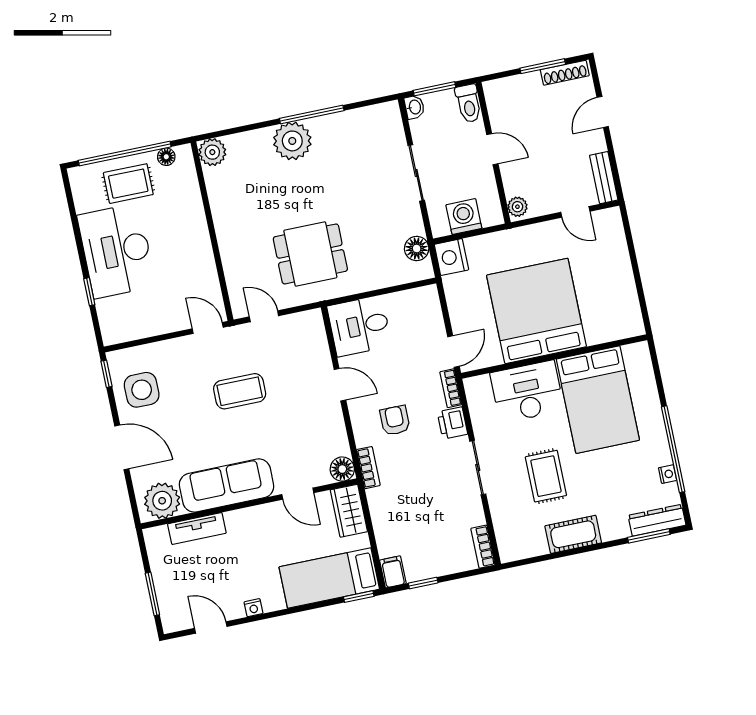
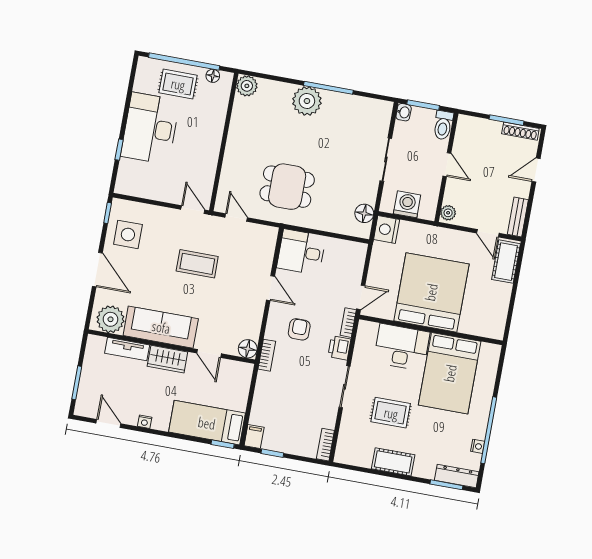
cot: (611, 237) -> (506, 262), added
rug: (546, 476) -> (391, 413), turned 90
wardrobe: (349, 511) -> (167, 359), moved, turned -90

